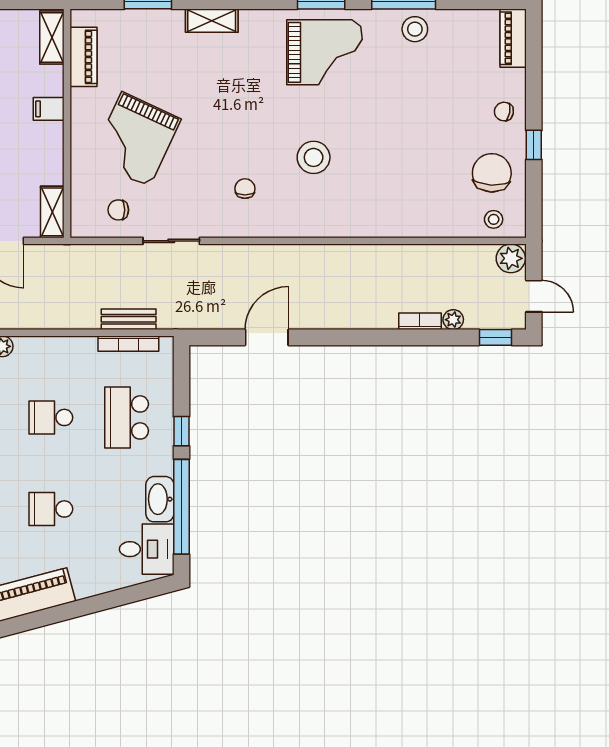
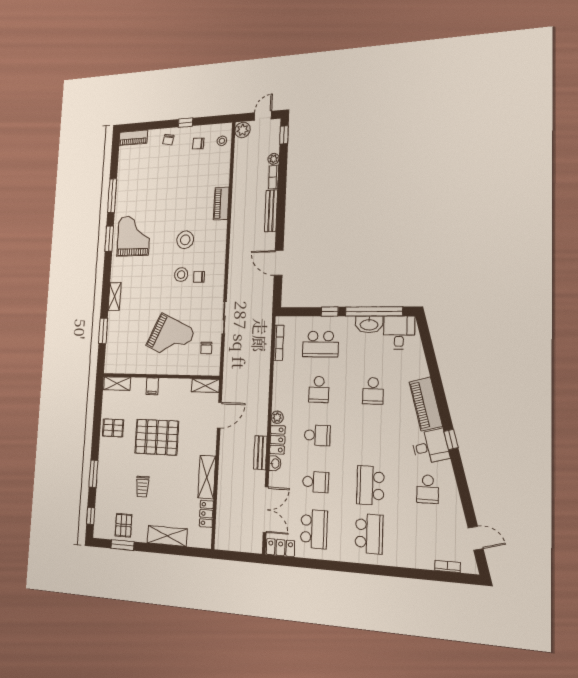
stool: (415, 29) -> (181, 275), moved
piano: (83, 57) -> (221, 203), moved, turned -90
chair: (492, 173) -> (198, 144), width x0.54, depth x0.54
bench: (129, 319) -> (271, 211), moved, width x1.36

